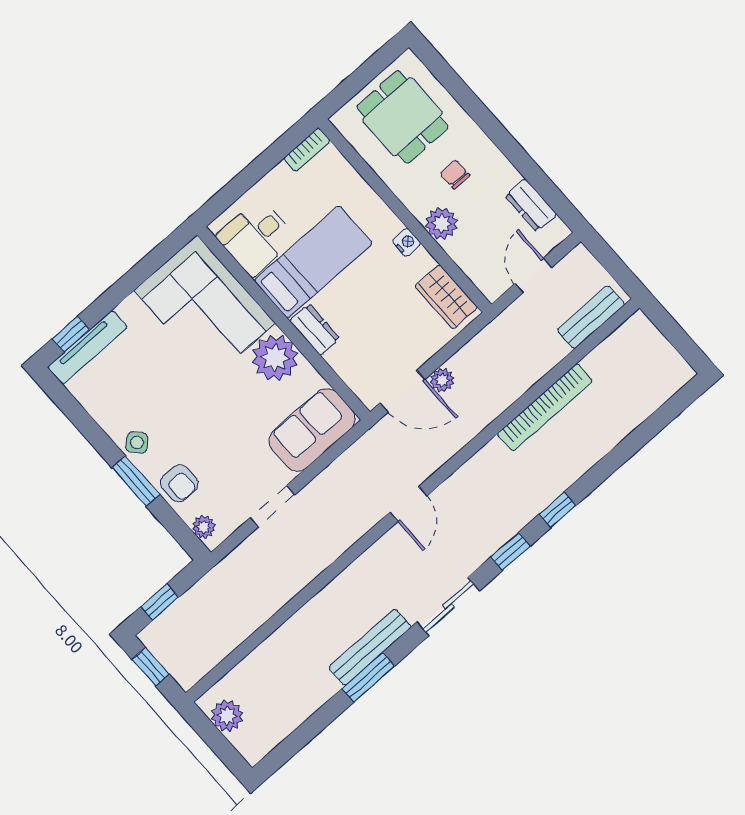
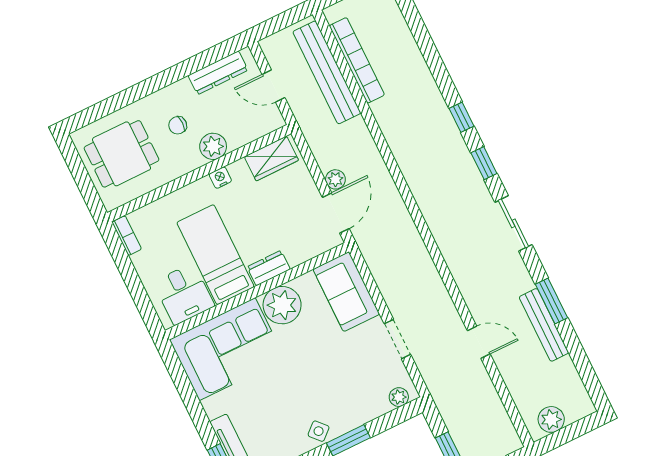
dresser: (531, 205) -> (218, 73), width x1.44
bench: (591, 317) -> (327, 72), width x1.86, depth x1.21
bookcase: (545, 407) -> (357, 60), moved
armchair: (179, 483) -> (359, 407), removed
door: (408, 504) -> (479, 342), moved
bench: (370, 647) -> (544, 325), moved

